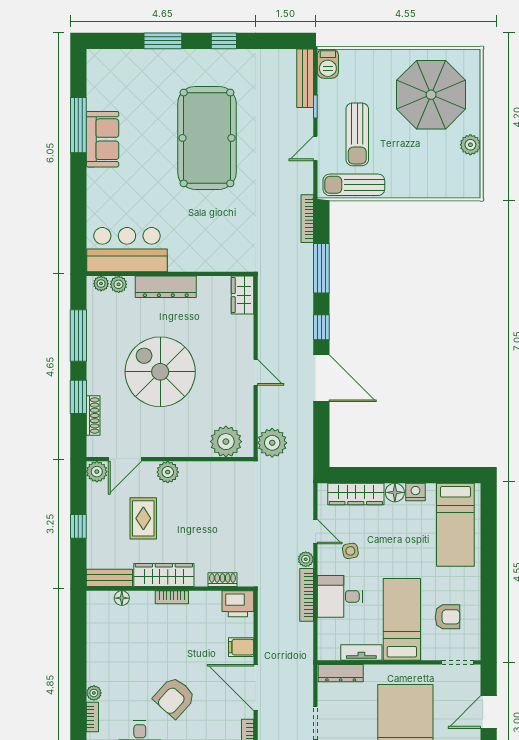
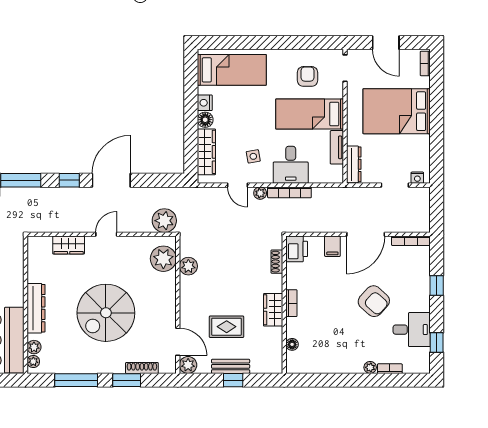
wardrobe: (243, 295) -> (69, 245), moved
plant: (168, 472) -> (188, 266), moved
door: (315, 532) -> (237, 185), swing flipped
wardrobe: (164, 575) -> (273, 310), width x0.67
bench: (109, 578) -> (231, 366), moved, turned 90

